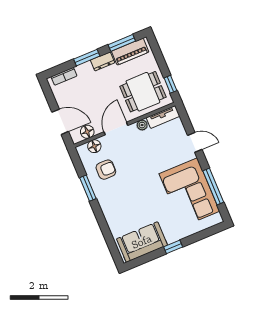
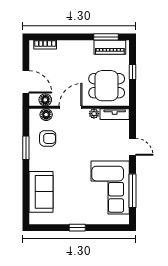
window: (87, 58) -> (71, 37), removed
dresser: (103, 61) -> (83, 46), removed
window: (170, 84) -> (132, 72), moved
sofa: (142, 242) -> (41, 192), moved, turned 90

